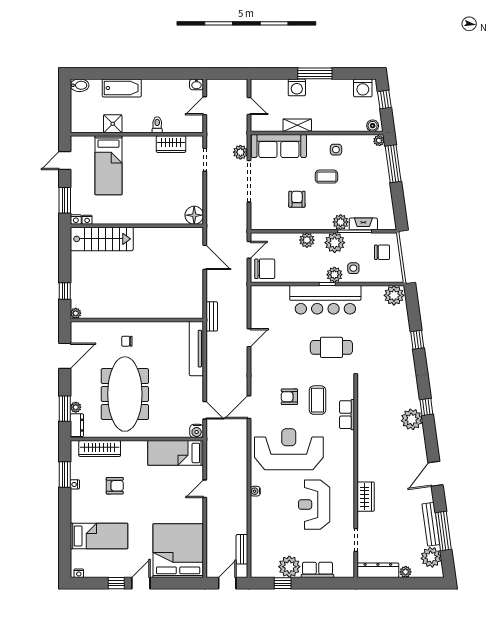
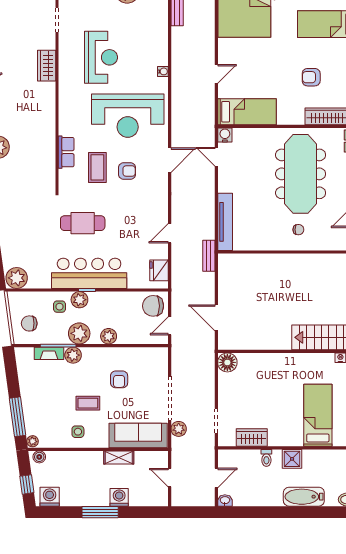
shower: (113, 124) -> (292, 459), moved
fridge: (259, 302) -> (159, 270), added

